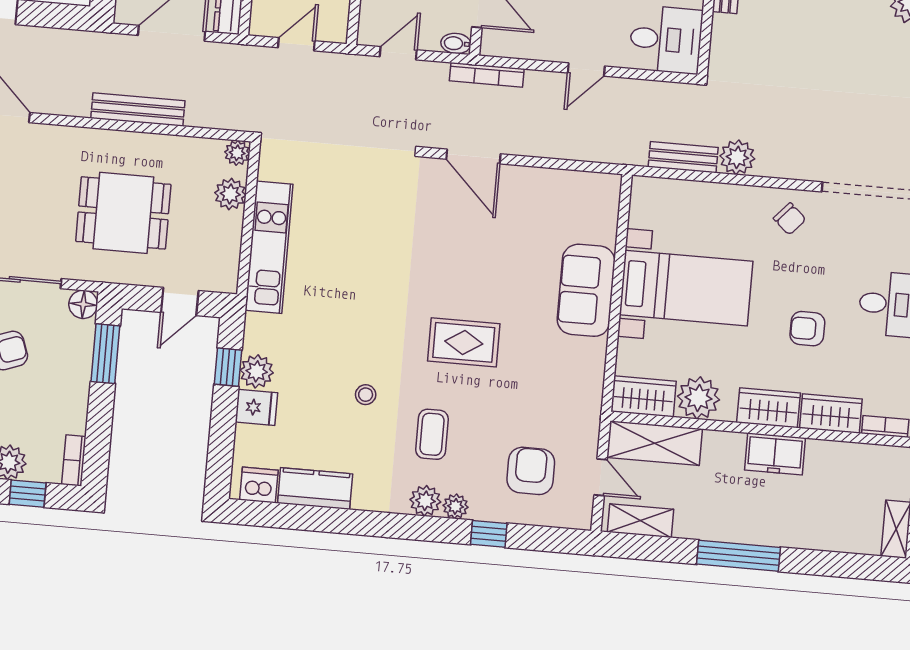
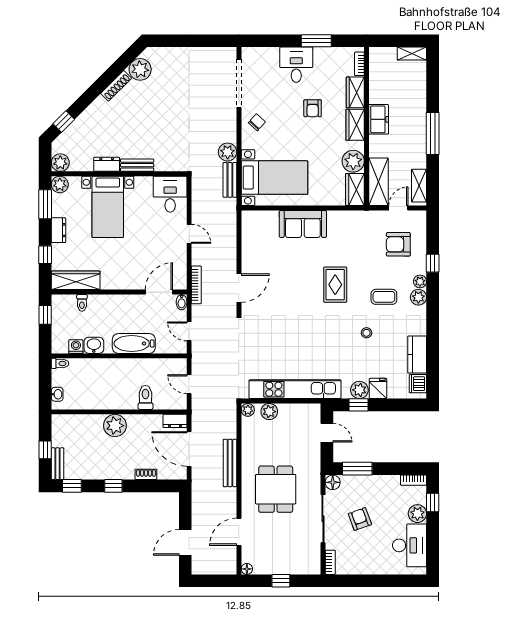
dining table: (123, 213) -> (276, 489), moved
kitchen unit: (269, 247) -> (295, 389), width x1.36
bed with nightstands: (686, 288) -> (274, 178), moved, turned 90

